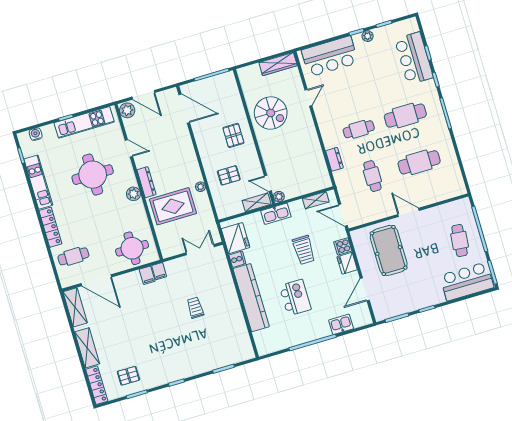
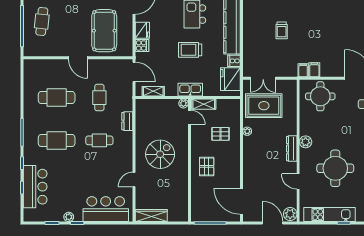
spiral stairs: (271, 113) -> (160, 154), moved, turned 90
rug: (173, 206) -> (264, 106), moved
trolley: (304, 250) -> (190, 50), moved, turned -90

